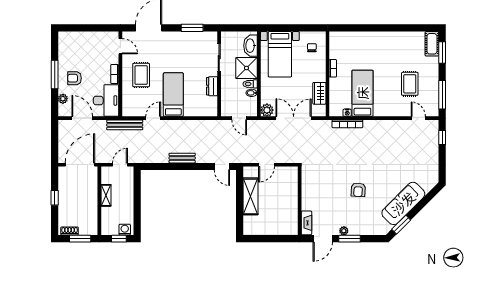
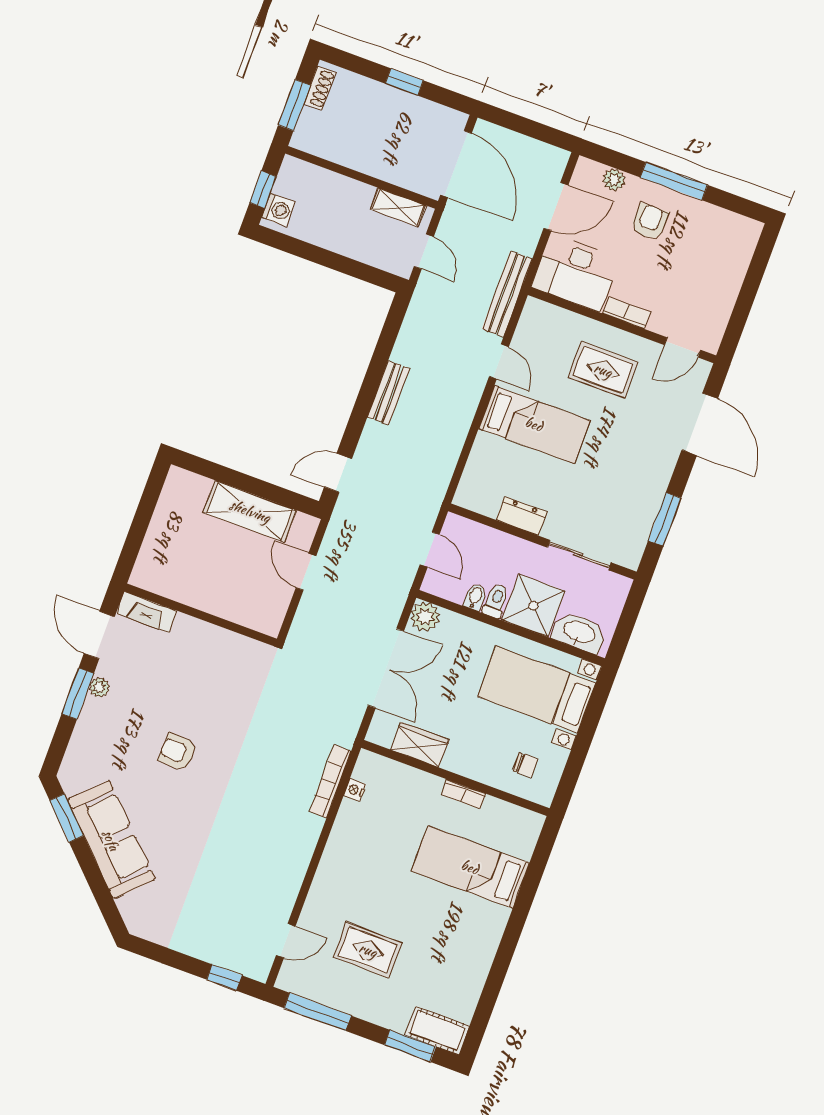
bed: (362, 93) -> (470, 867), moved, turned 180
door: (239, 118) -> (430, 550), swing flipped
shelving: (106, 195) -> (398, 207), moved

